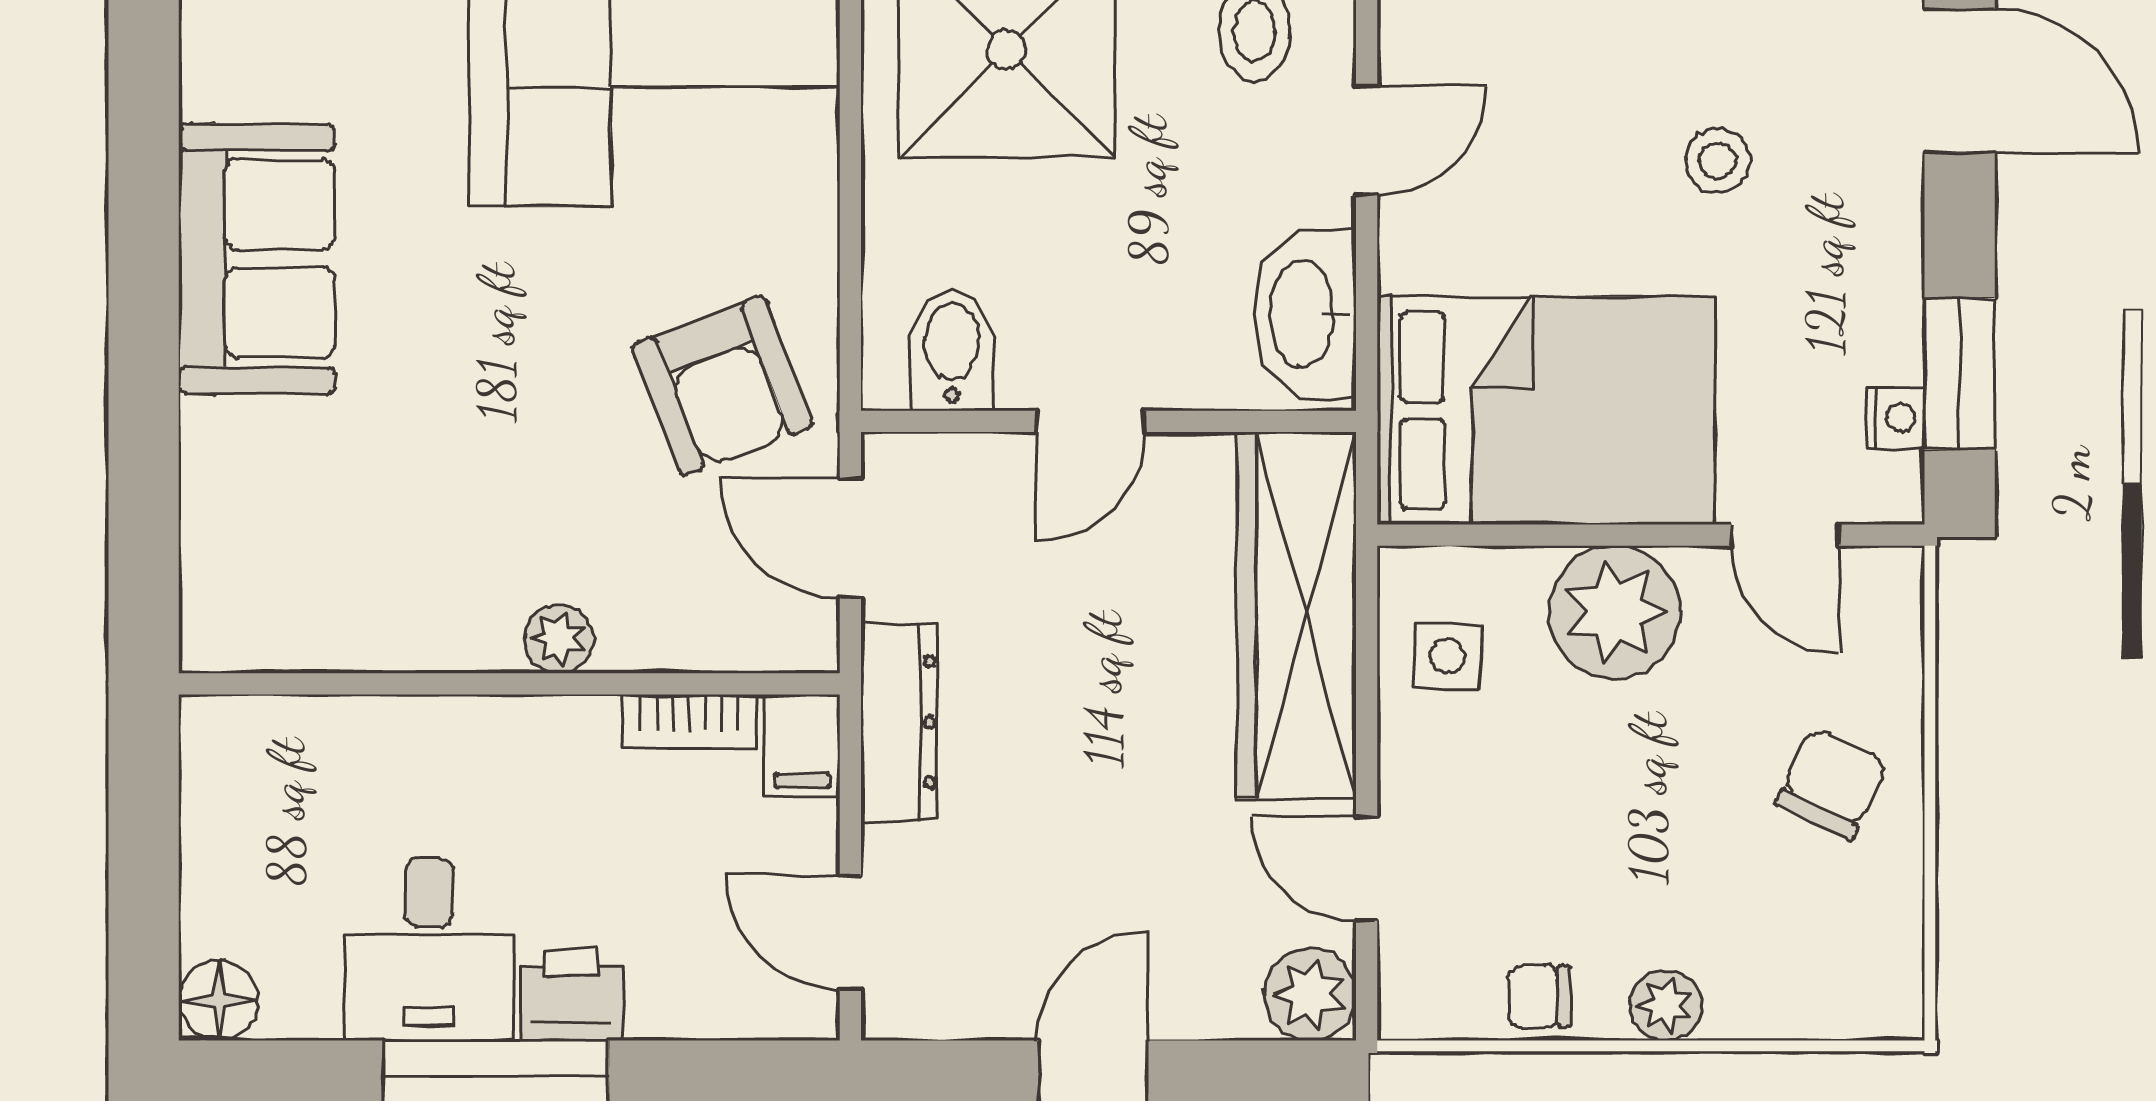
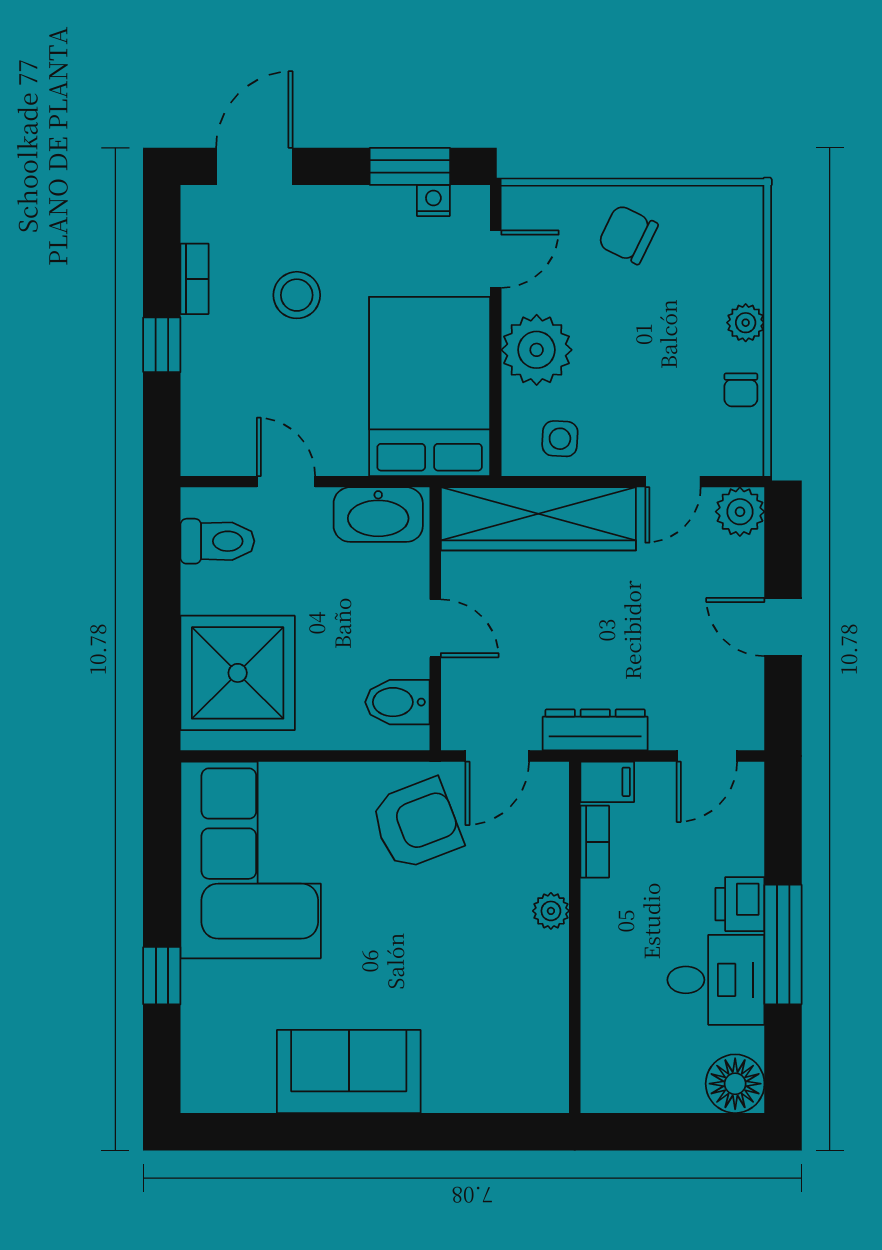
stool: (1718, 161) -> (297, 295), width x1.37, depth x1.37
floor lamp: (219, 1001) -> (735, 1084), width x1.38, depth x1.38

